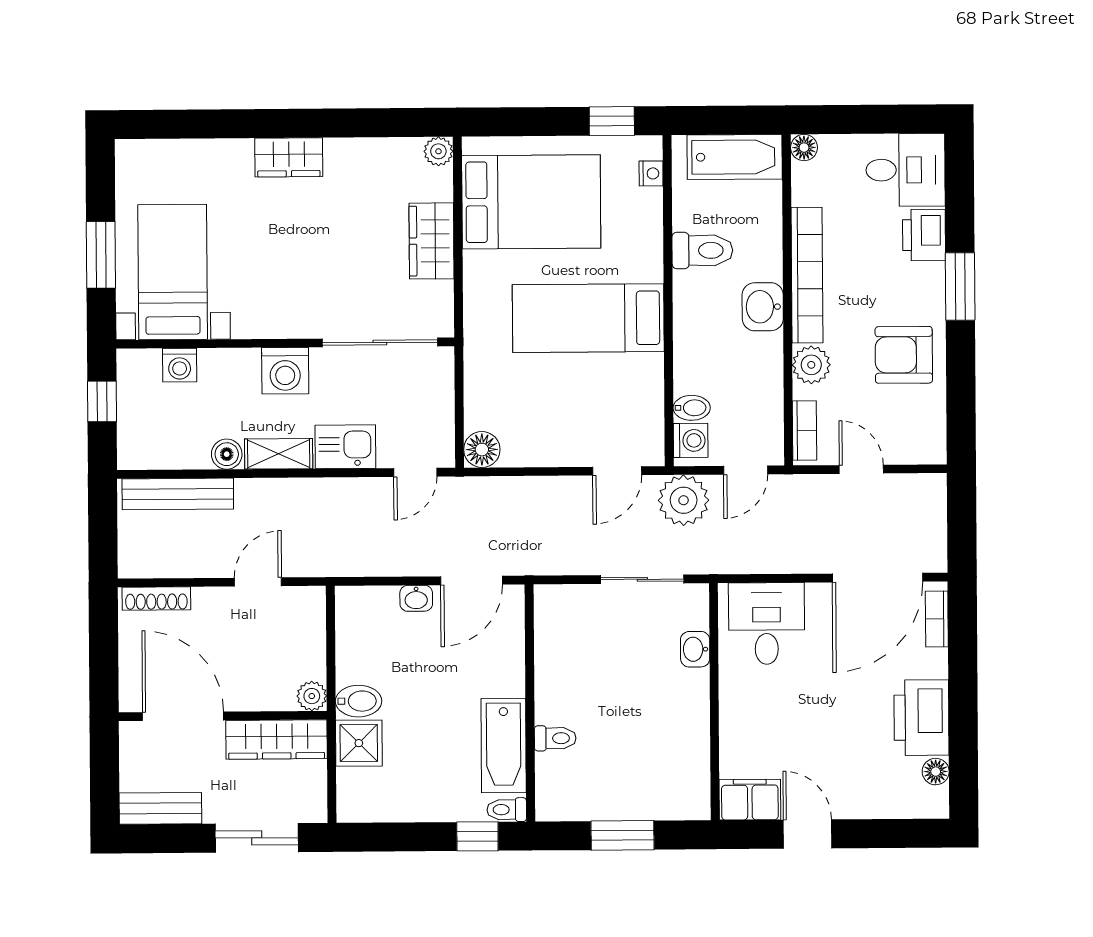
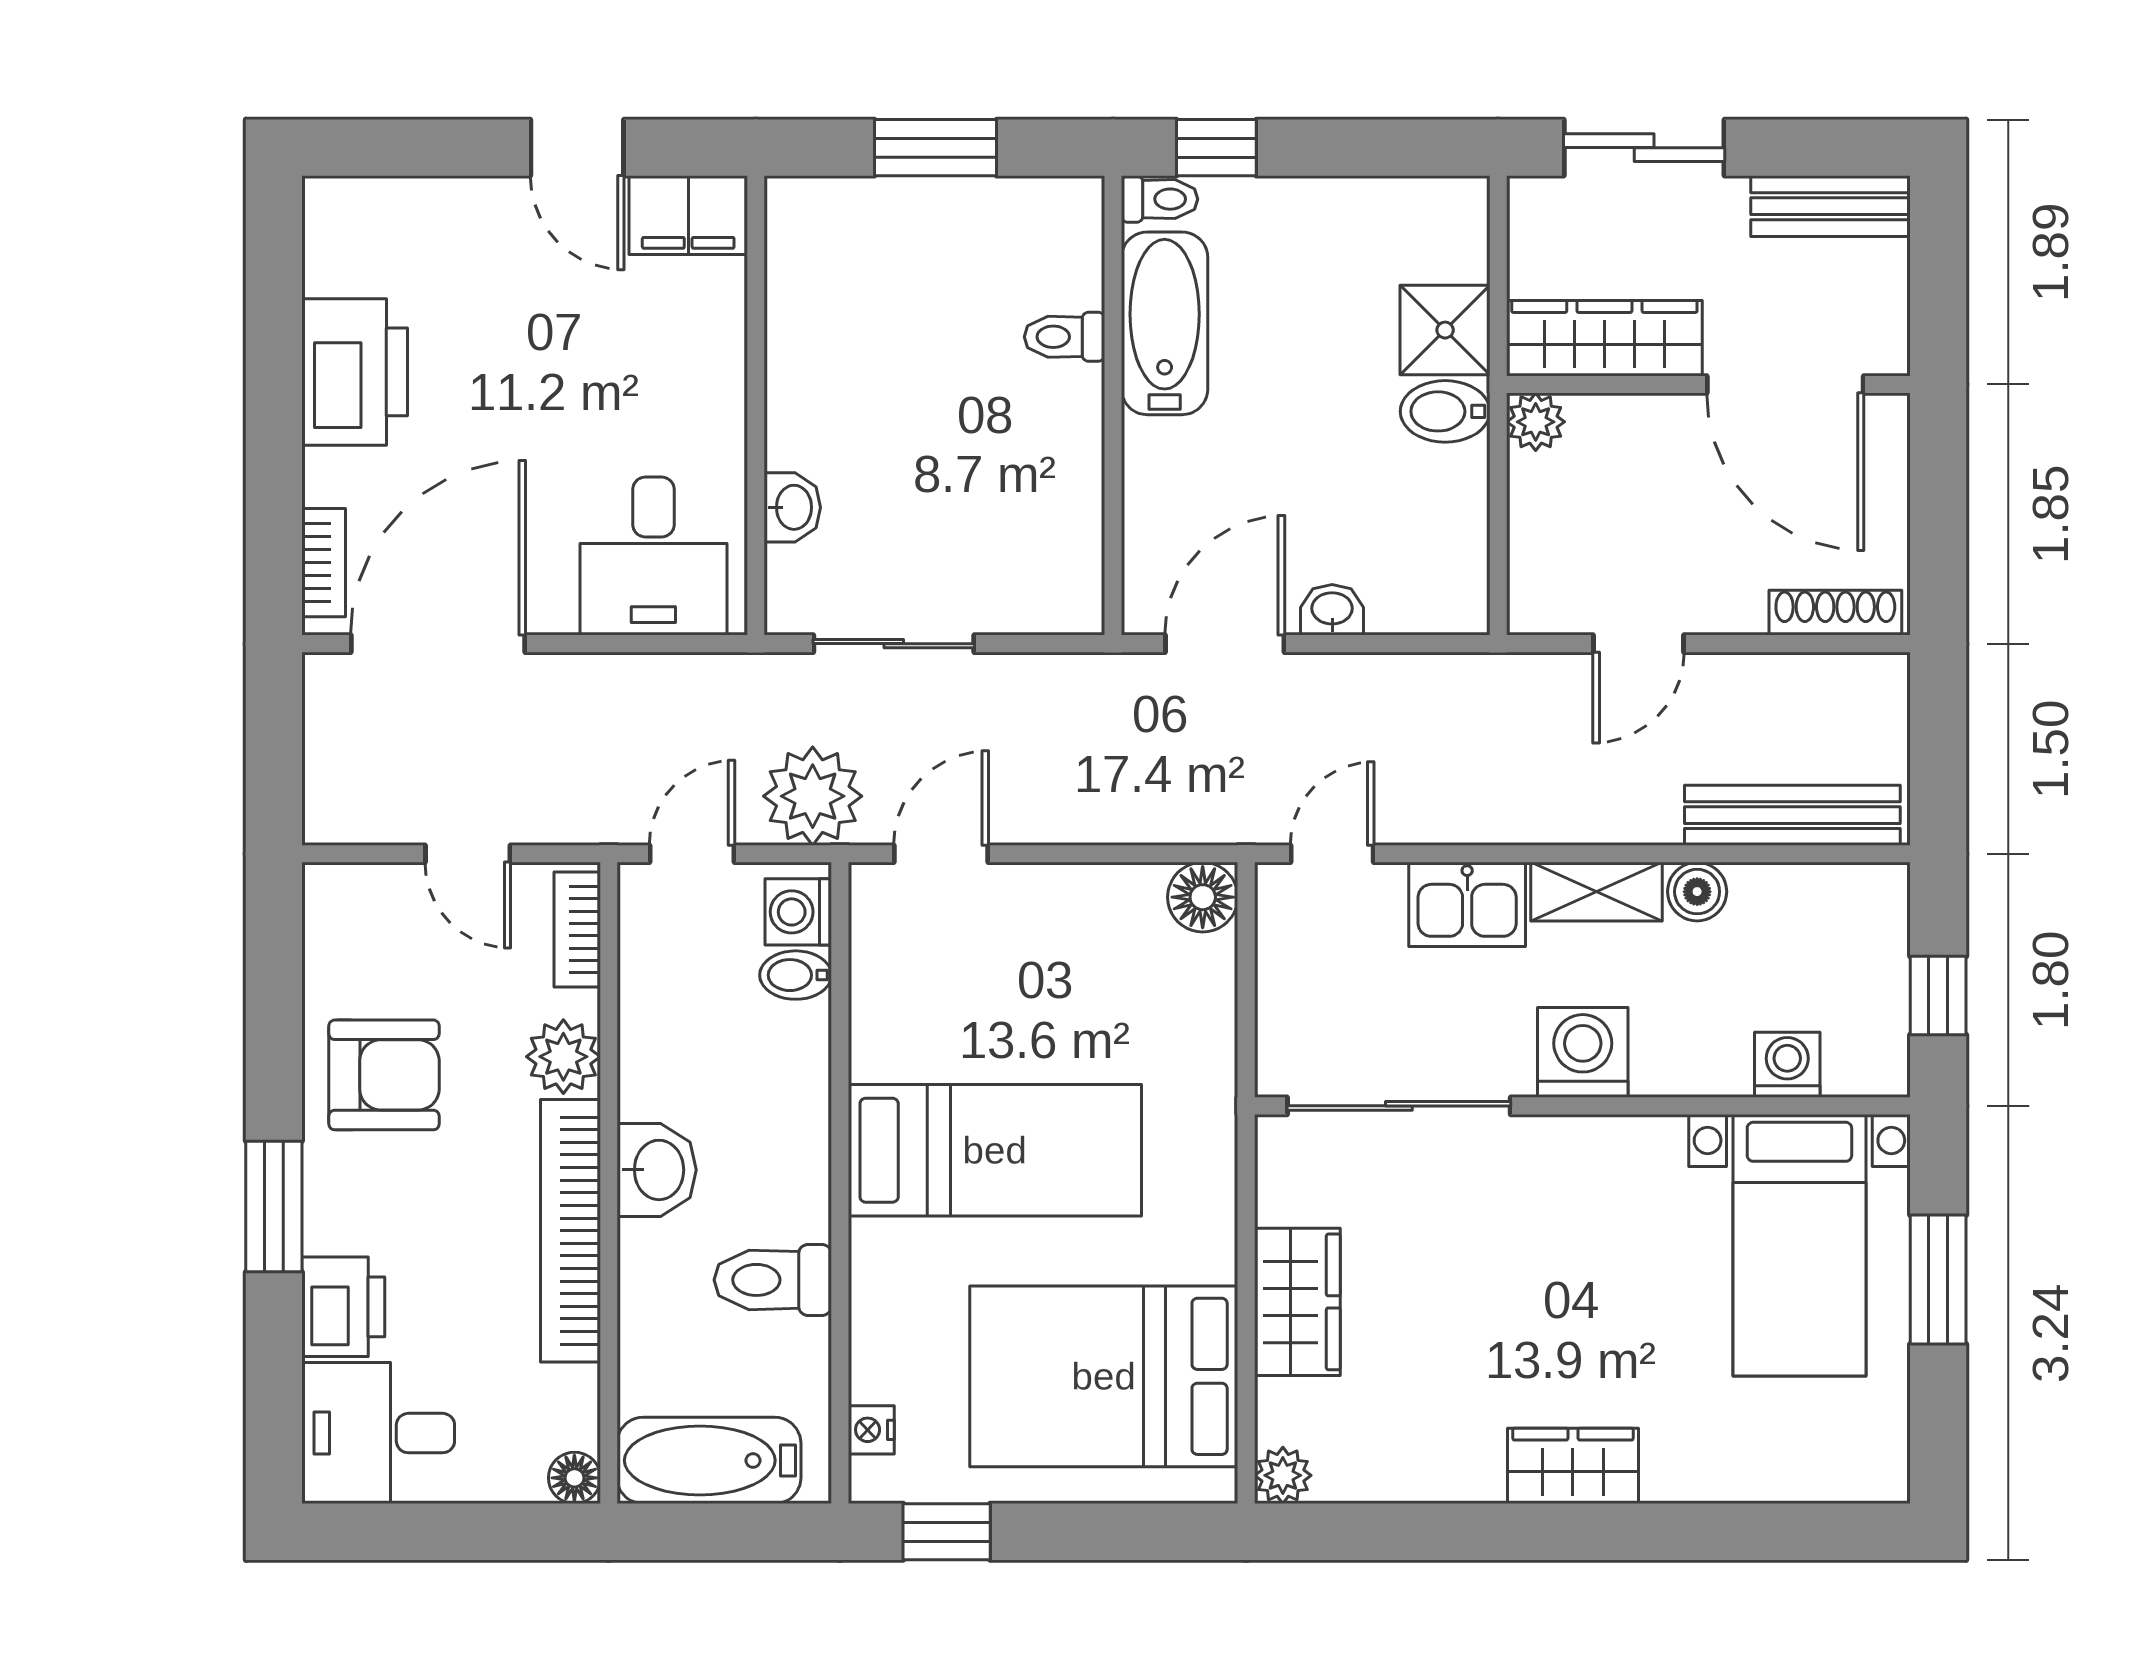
floor lamp: (936, 772) -> (328, 267), removed

